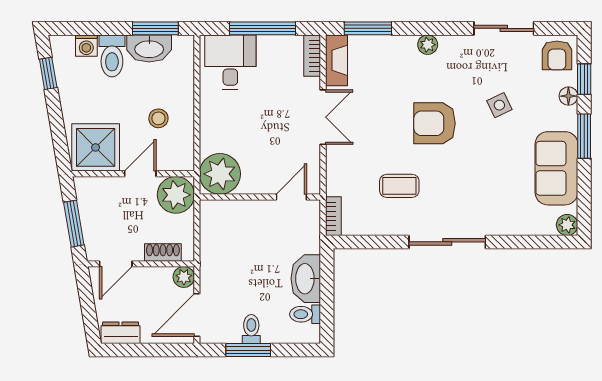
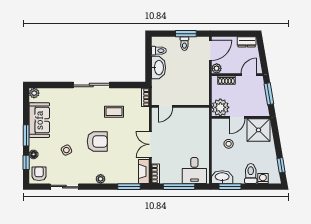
washbasin: (149, 48) -> (222, 177), moved
plant: (220, 174) -> (199, 117), removed

